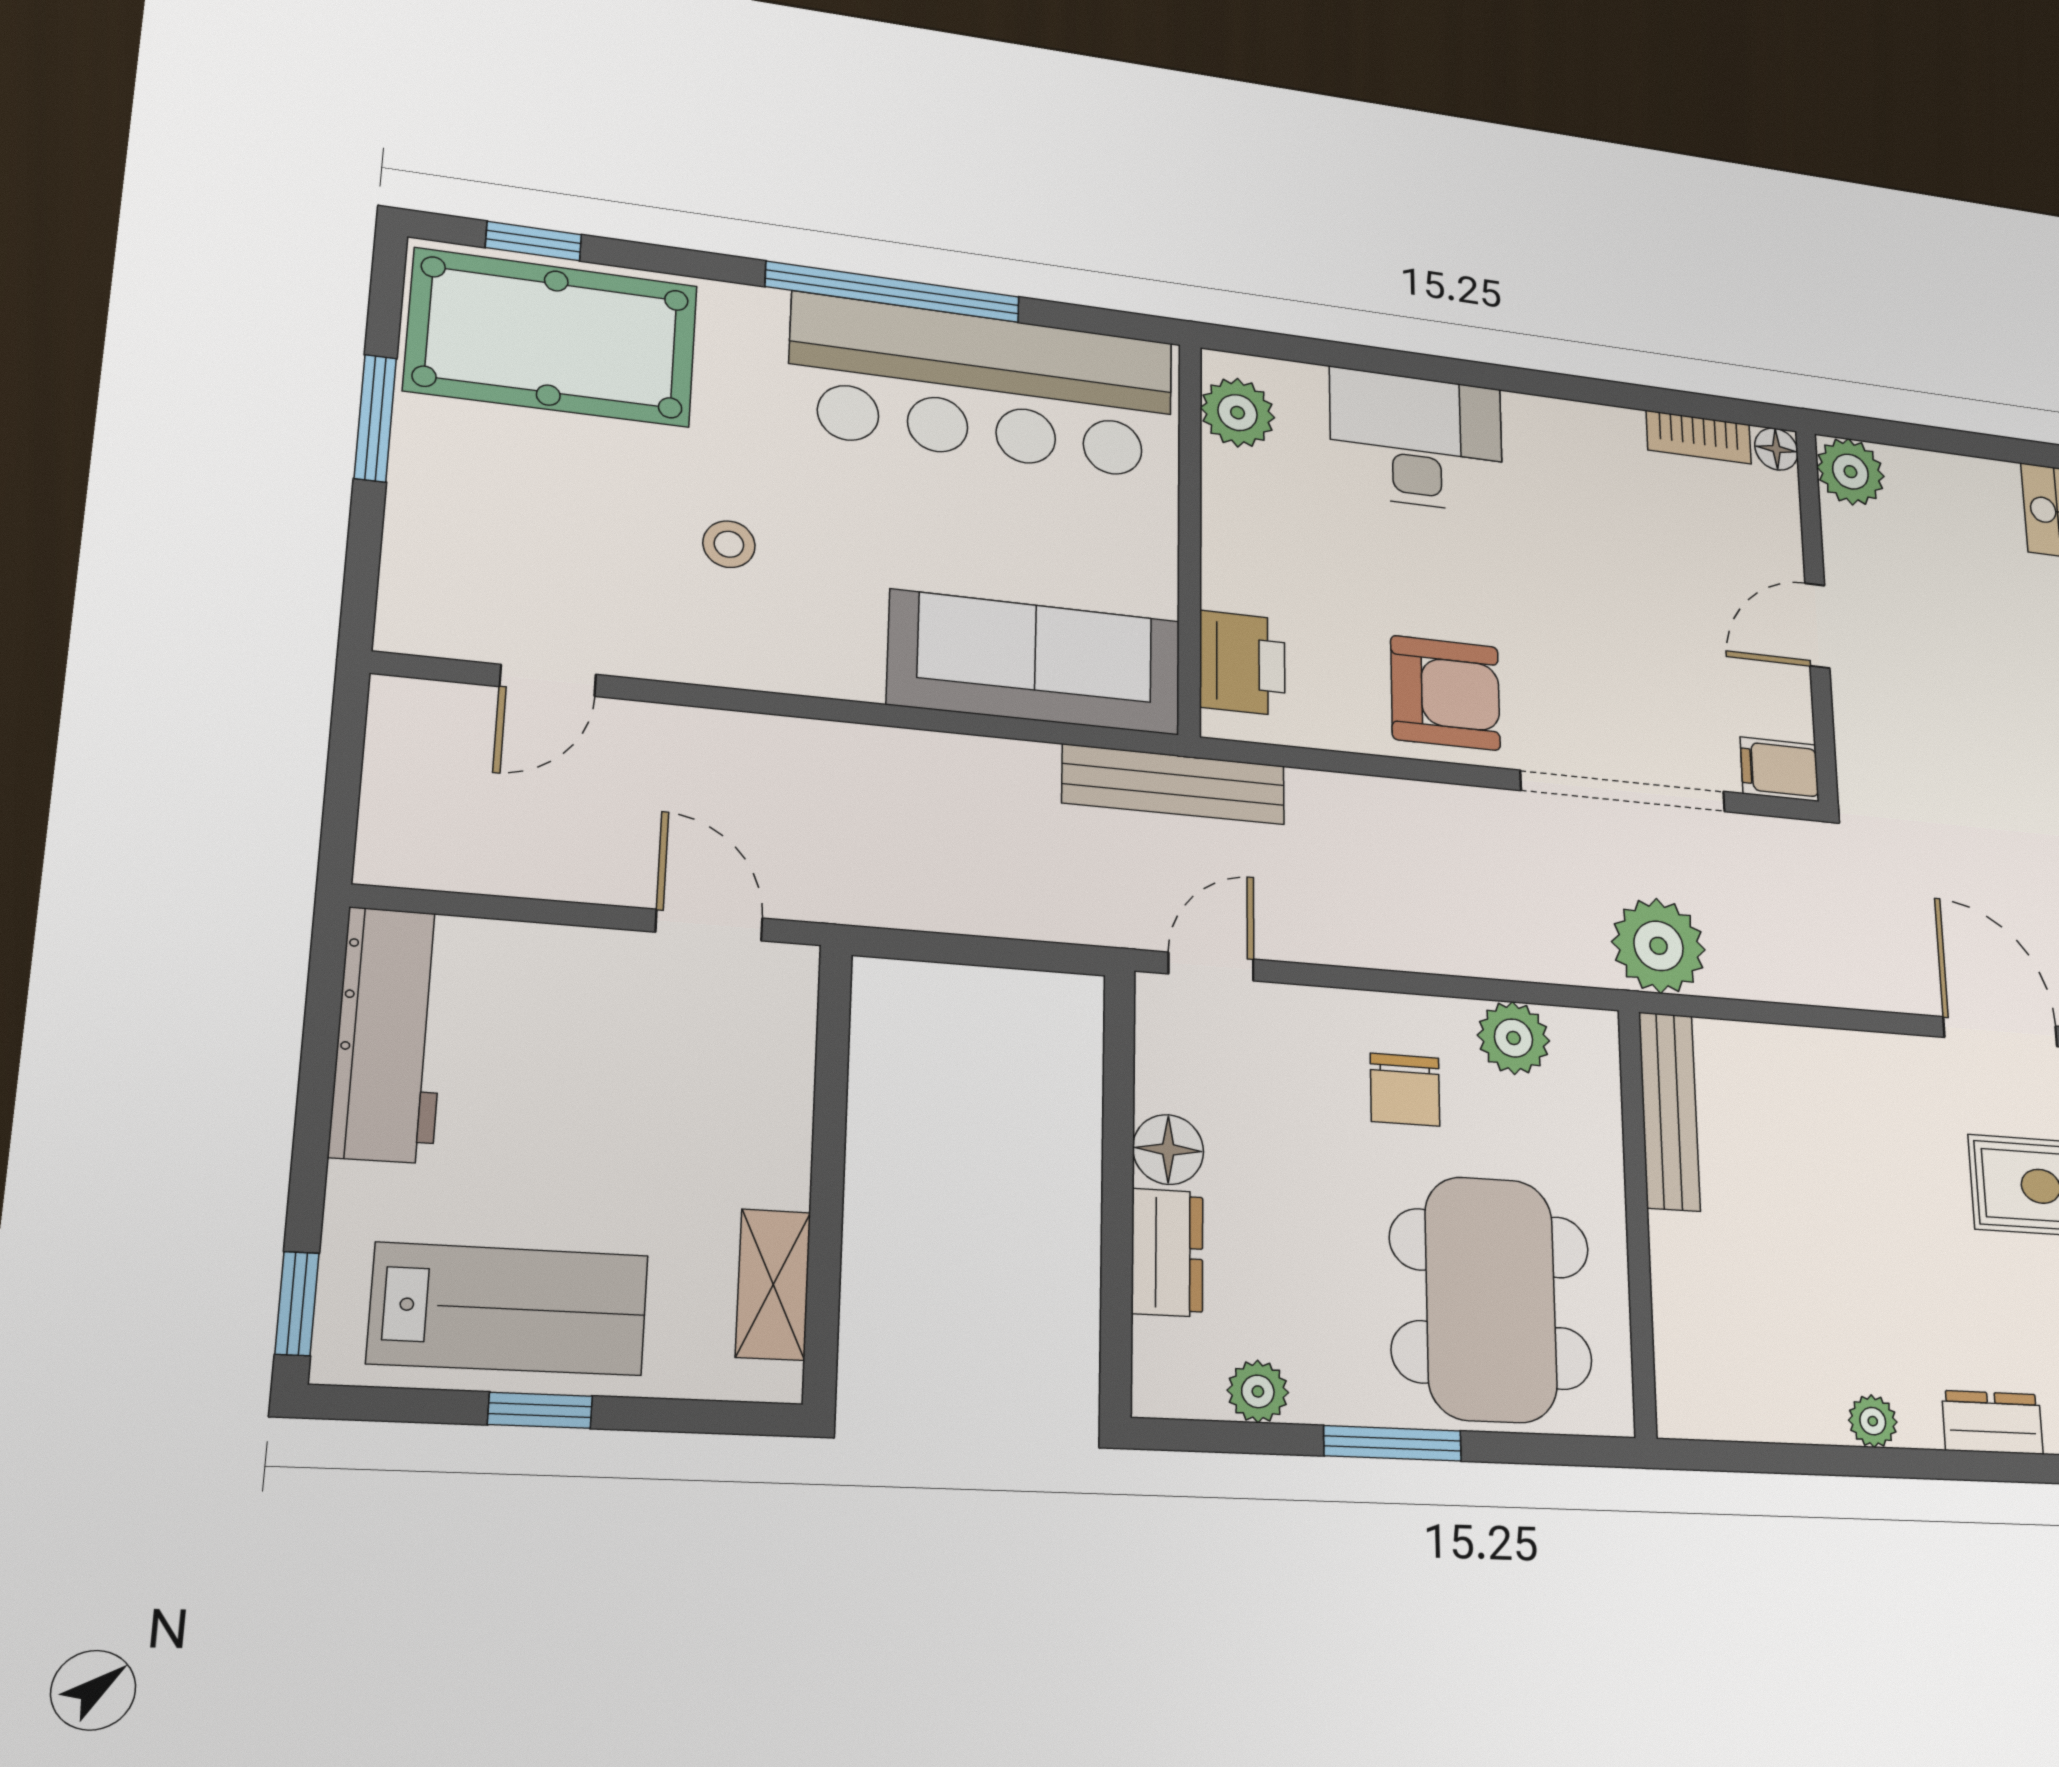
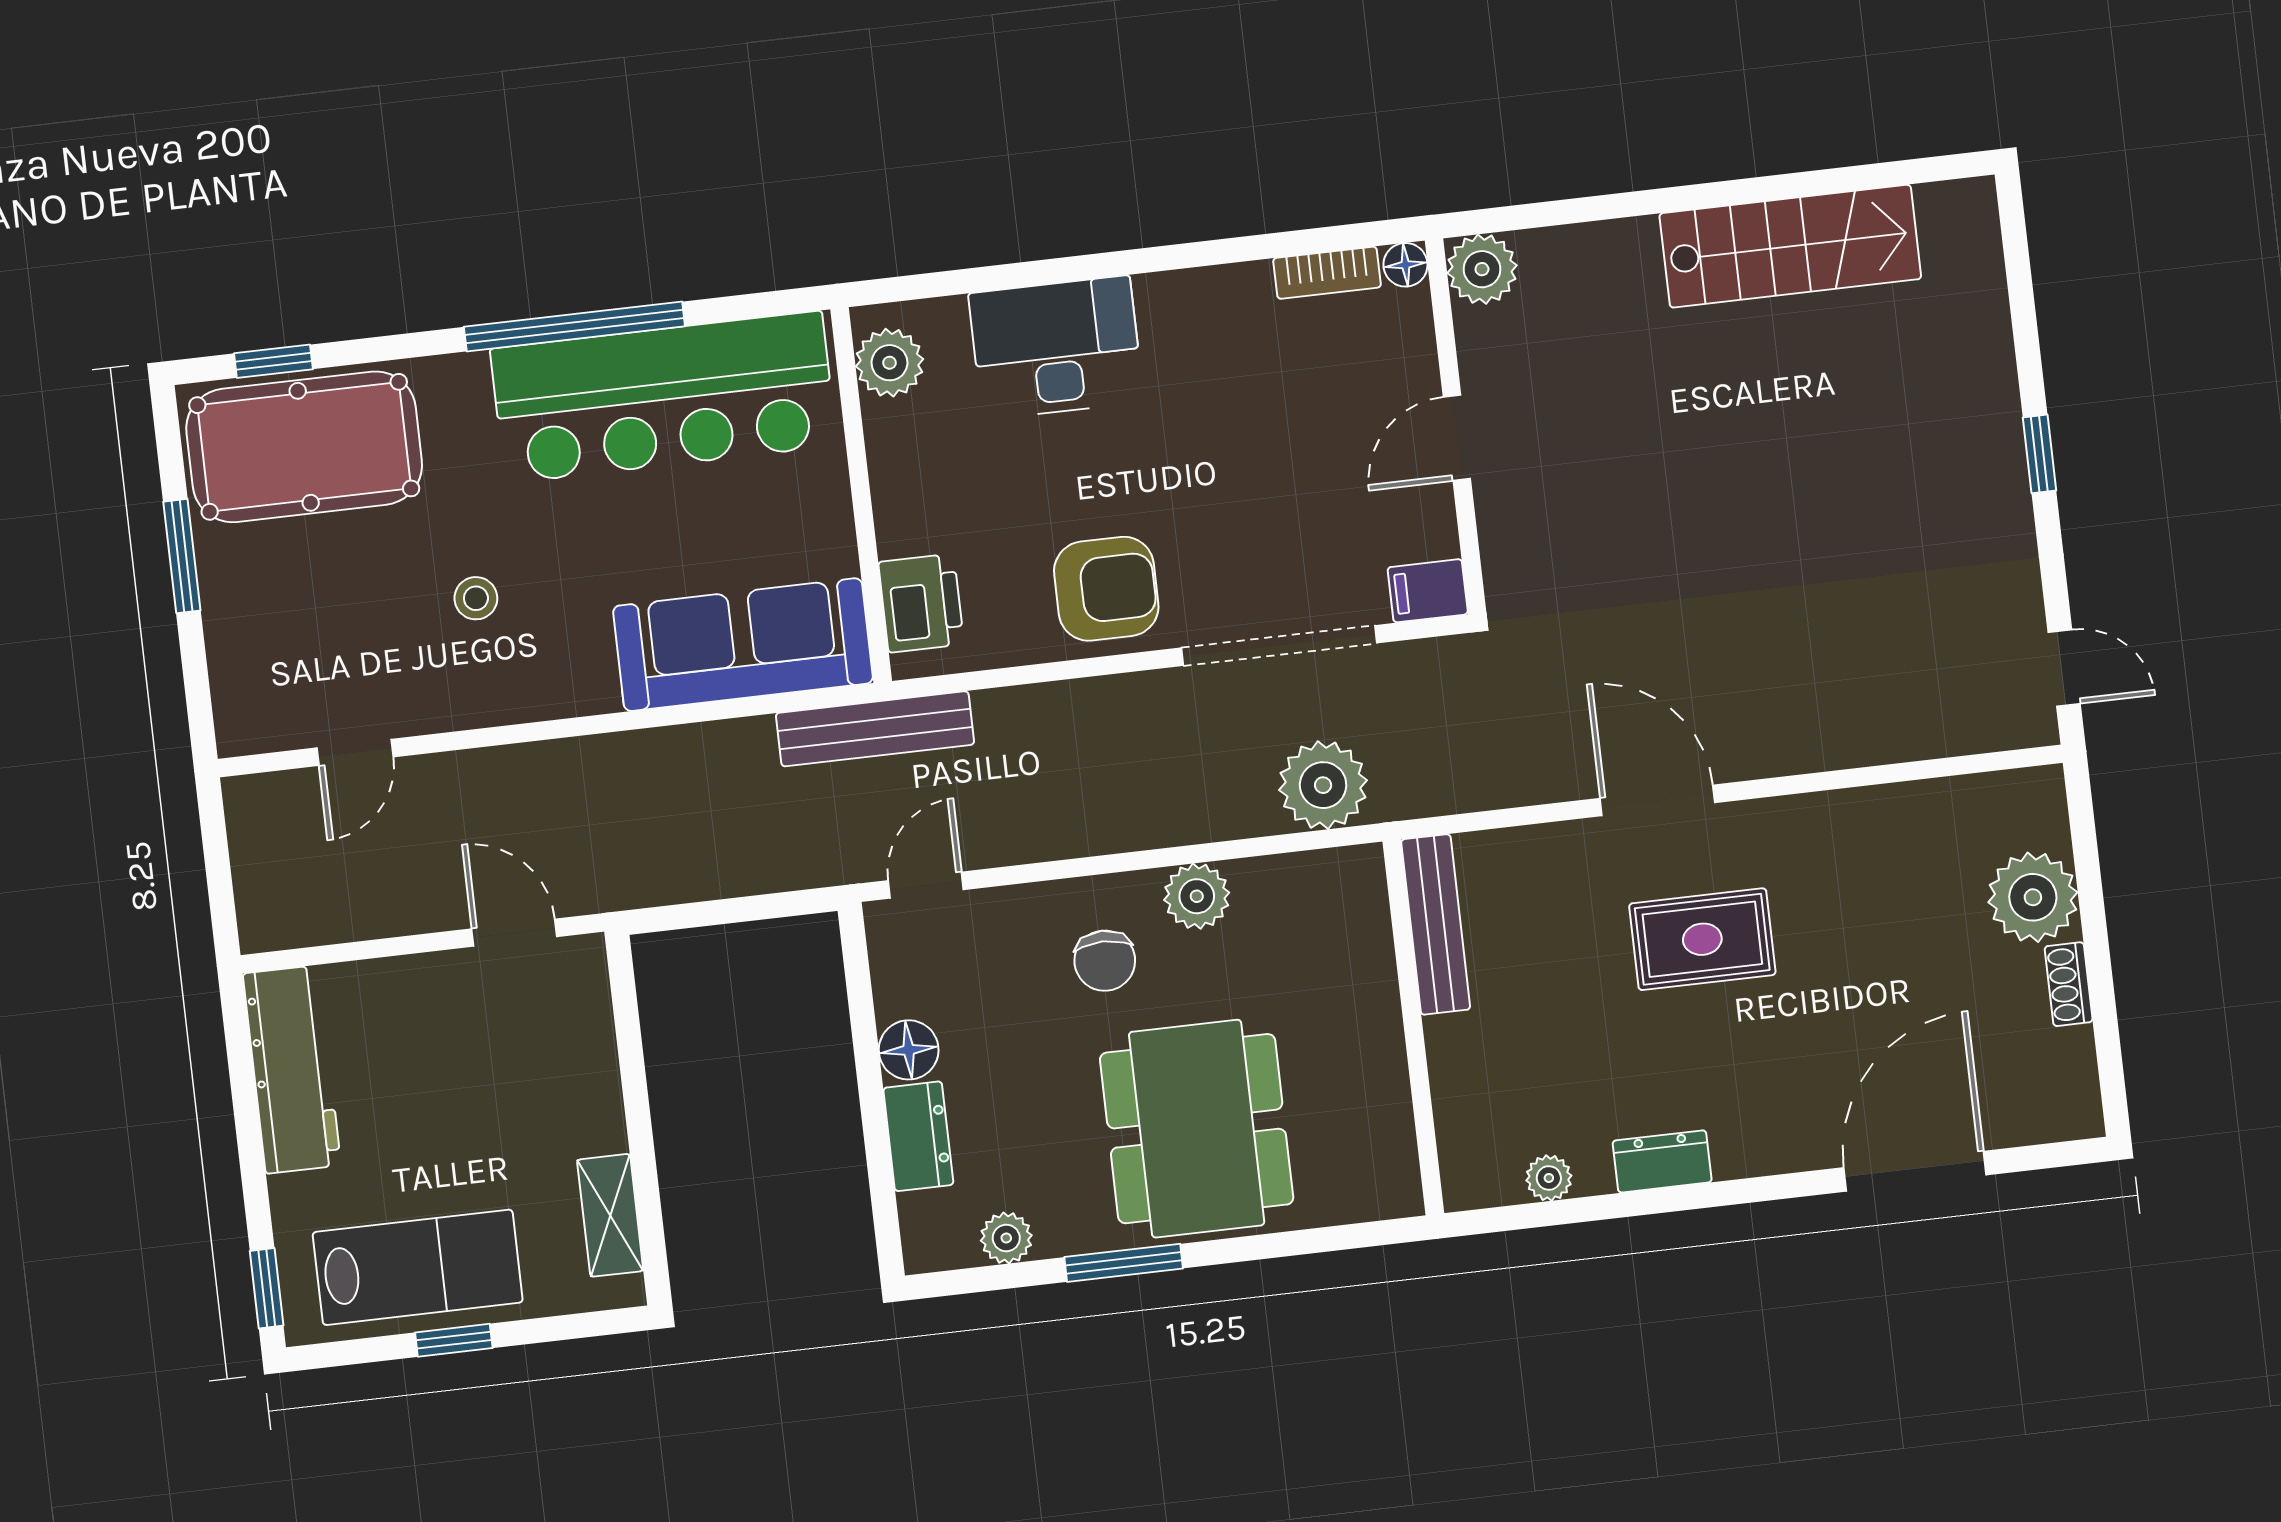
bench: (1669, 1111) -> (1436, 924), moved
wall: (1637, 1220) -> (1413, 1027), moved

